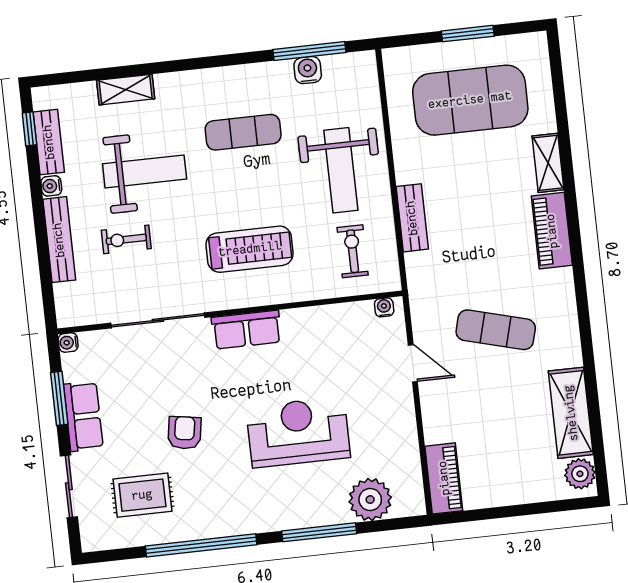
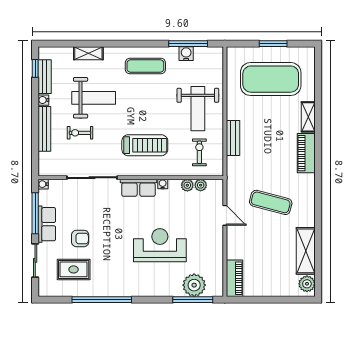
exercise mat: (243, 132) -> (145, 66), moved
water cooler: (384, 307) -> (163, 184), moved
plant: (362, 312) -> (201, 185), added
plant: (337, 315) -> (187, 185), added
window: (59, 398) -> (35, 213), width x1.44
armchair: (185, 433) -> (80, 238), moved, turned 81
window: (319, 532) -> (193, 300), moved

